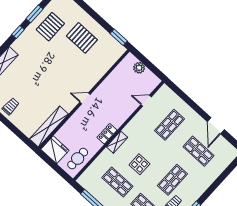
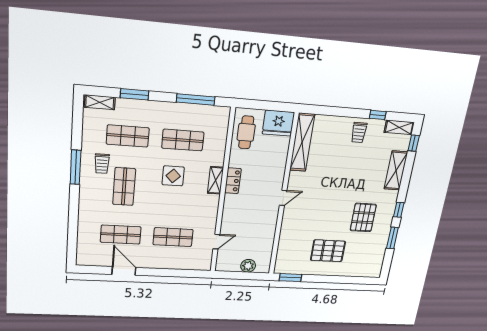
pallet: (50, 27) -> (363, 217), moved
shop shelf: (169, 125) -> (173, 237), turned 90

